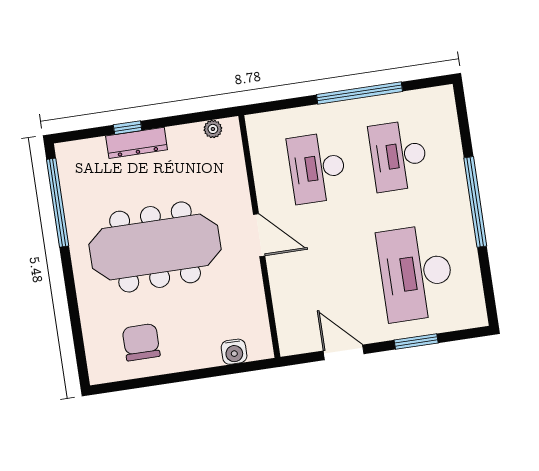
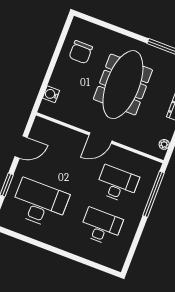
window: (359, 93) -> (153, 194), moved
window: (475, 202) -> (58, 251), removed
chair: (141, 342) -> (81, 52), turned 90

